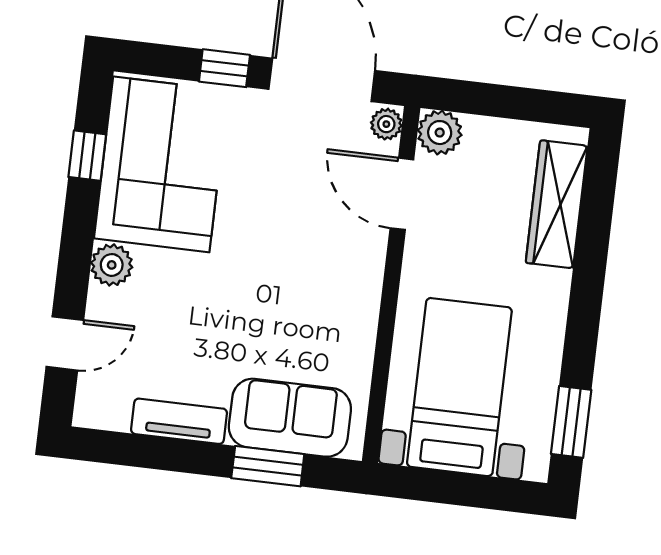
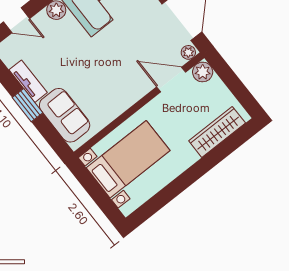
door: (402, 194) -> (171, 79), hinge flipped
window: (571, 422) -> (153, 206), removed
window: (268, 466) -> (27, 105), moved

